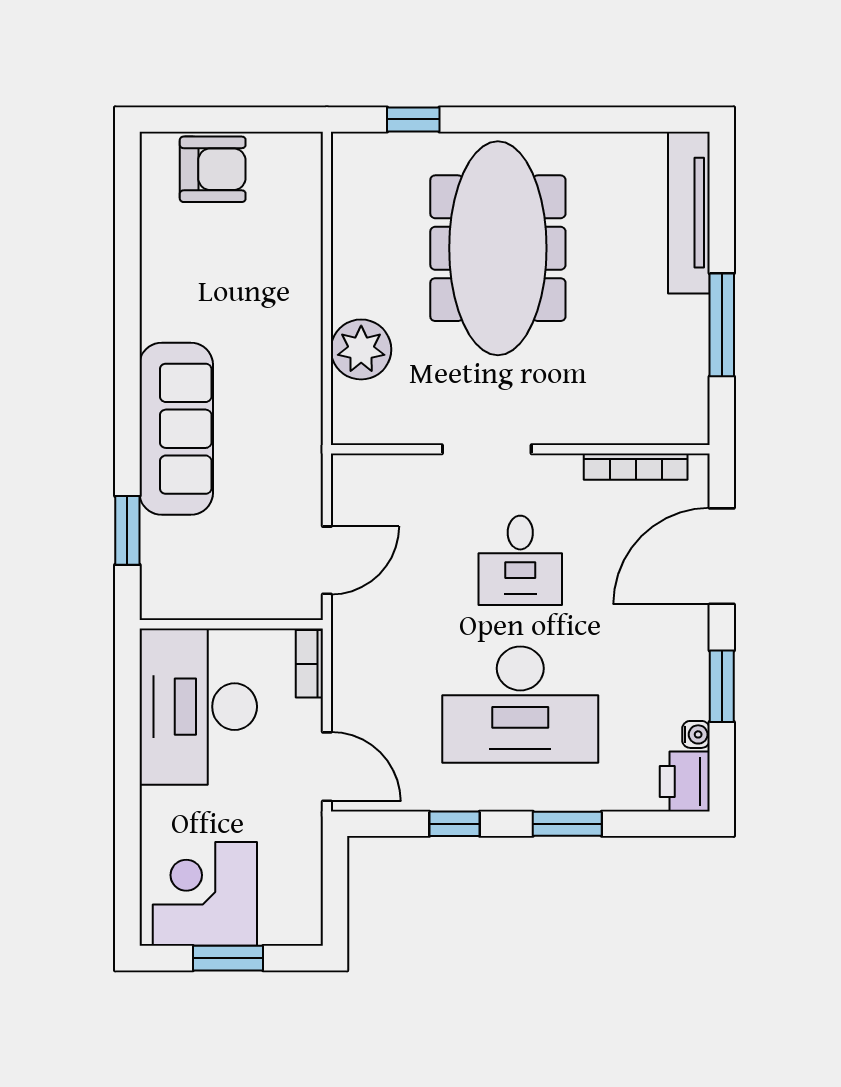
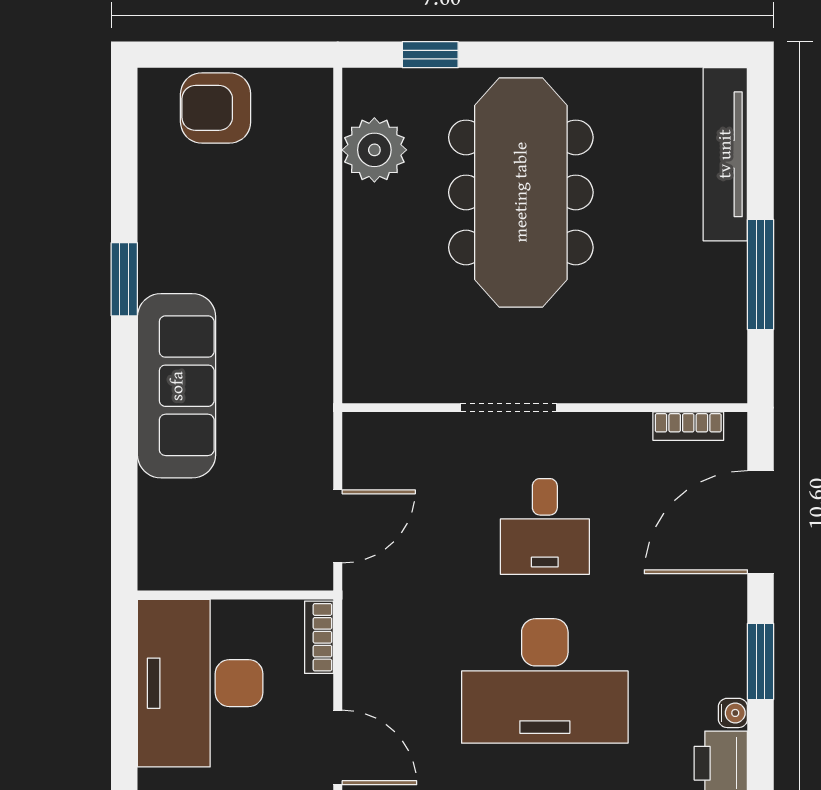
armchair: (213, 169) -> (216, 108), turned 180
plant: (361, 349) -> (374, 150), moved
bookcase: (636, 467) -> (688, 426), width x0.64
window: (127, 530) -> (124, 279), moved

